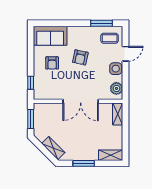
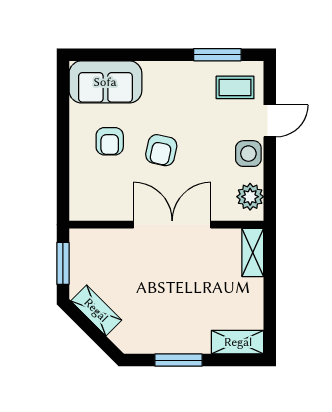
armchair: (80, 57) -> (161, 150), moved
window: (31, 83) -> (63, 184), removed
double door: (81, 101) -> (172, 225), swing flipped
shelving: (53, 148) -> (96, 310), moved

